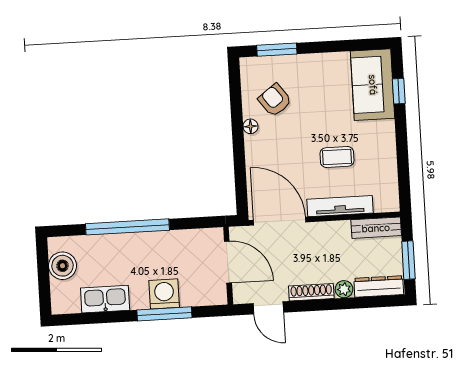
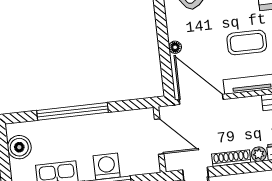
floor lamp: (250, 126) -> (175, 47), moved
coffee table: (337, 157) -> (247, 42), width x1.36, depth x1.30

